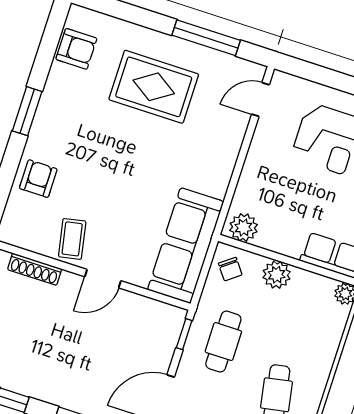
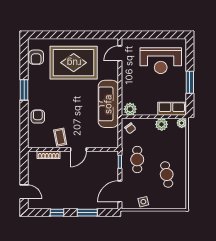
window: (206, 38) -> (89, 35), removed
armchair: (76, 49) -> (36, 57), turned 90
rug: (154, 87) -> (74, 63), width x1.37, depth x1.44
sofa: (186, 246) -> (108, 104), moved
plant: (277, 275) -> (162, 124), moved

